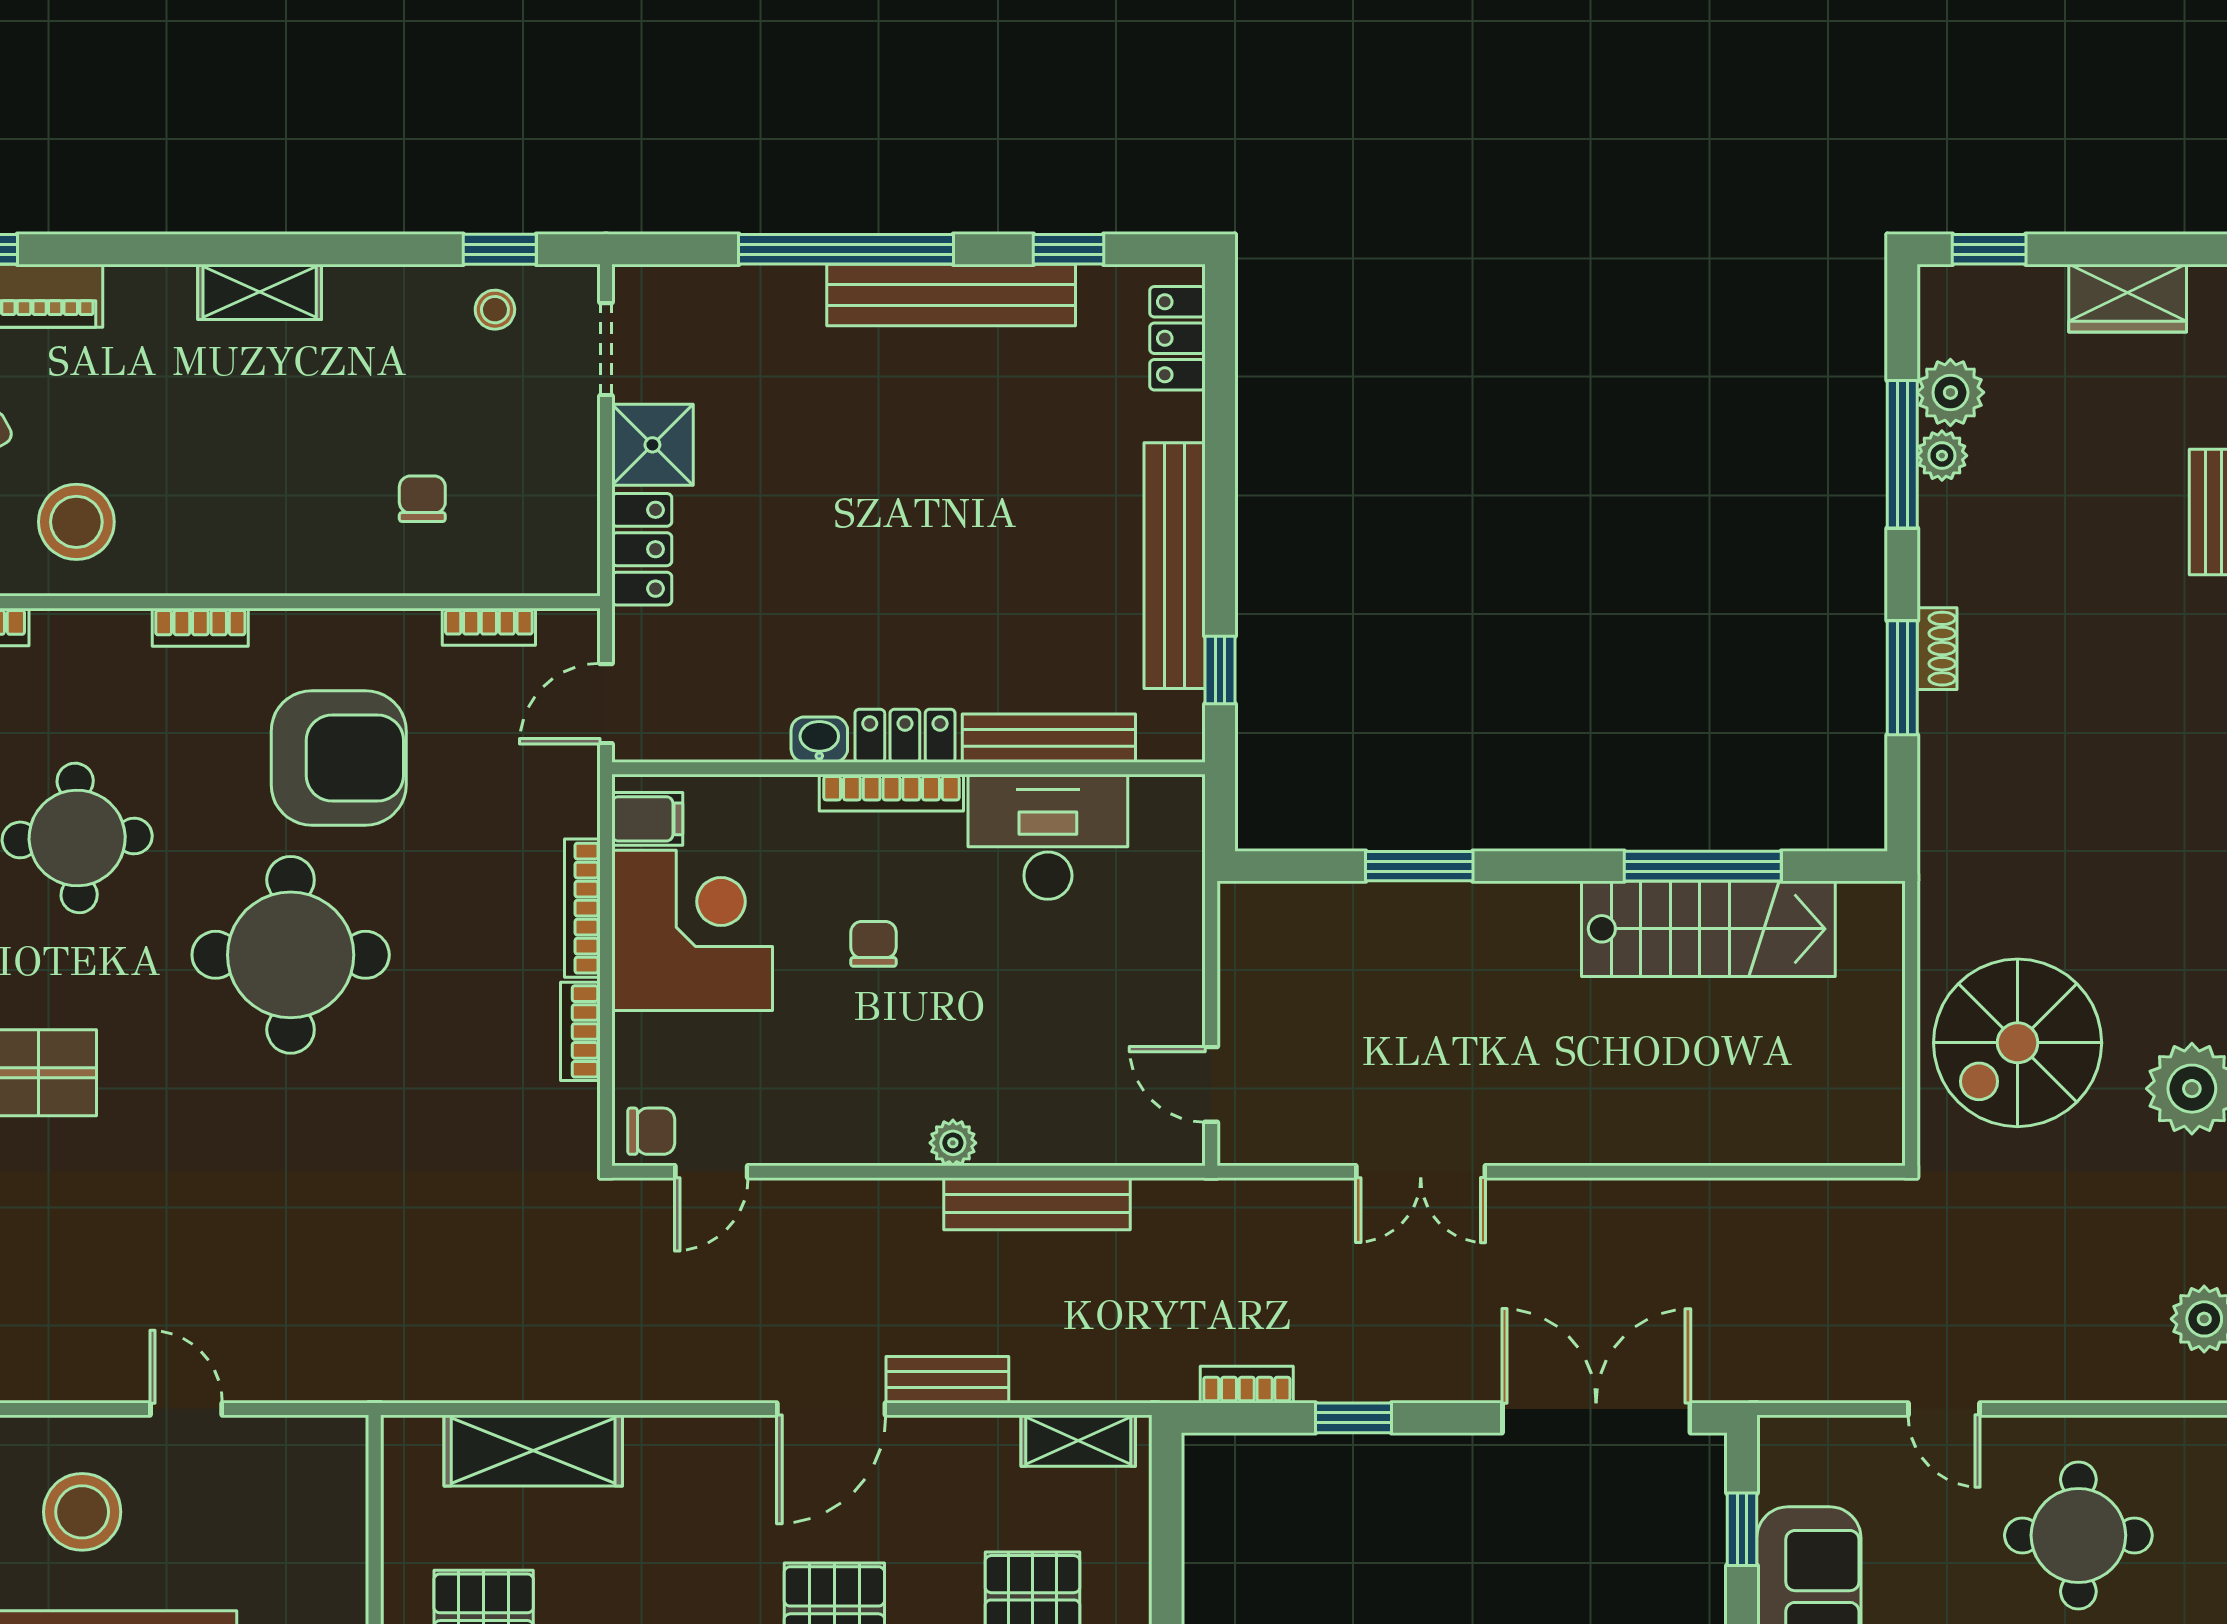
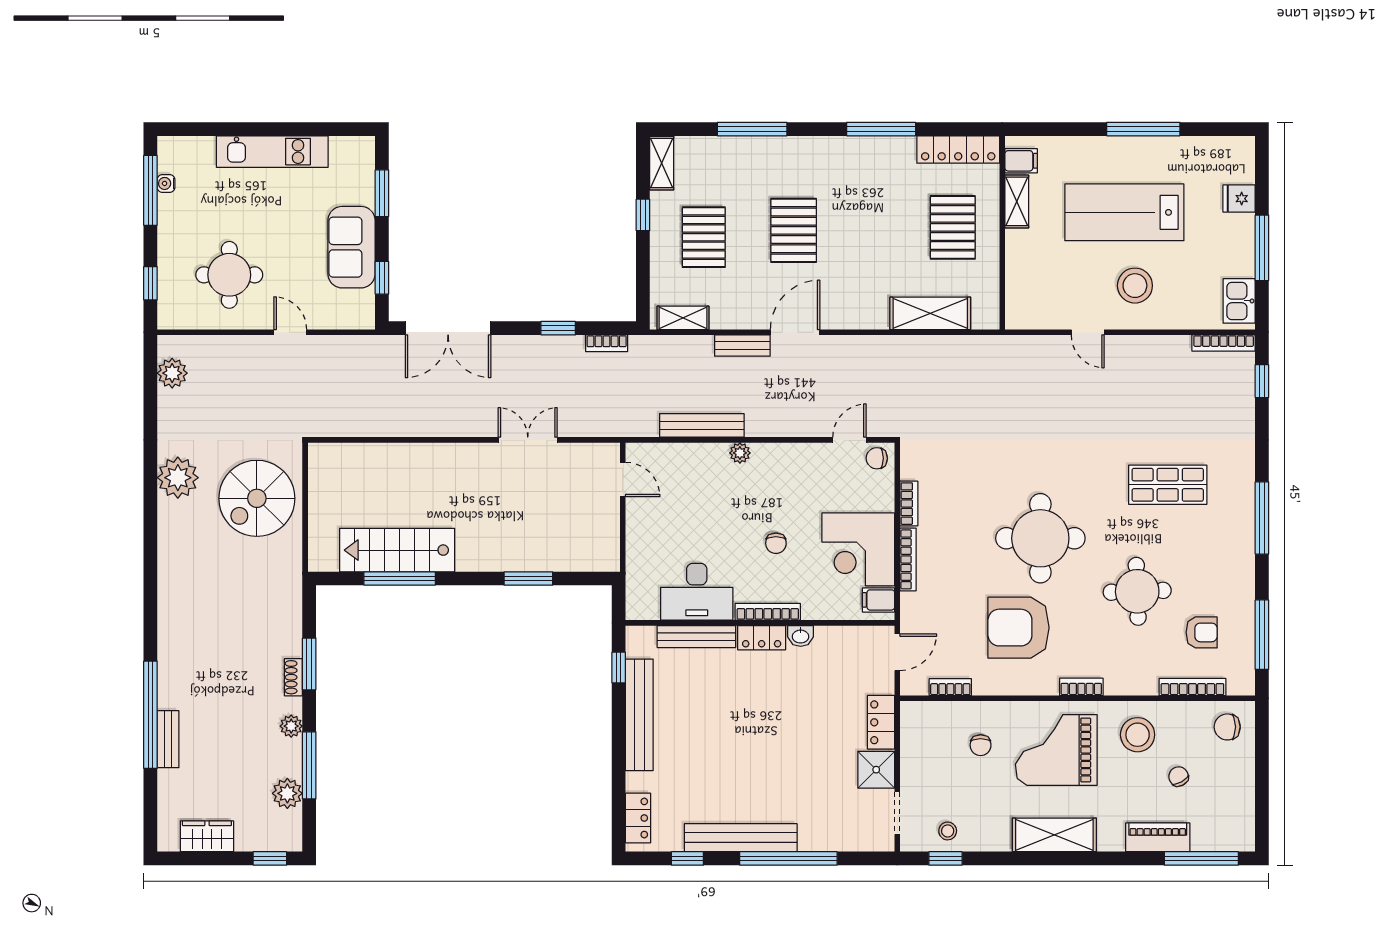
shelving: (260, 292) -> (1054, 835), width x1.50, depth x1.33
plant: (1942, 456) -> (291, 726), moved
grand piano: (256, 488) -> (1056, 750), added
spiral stairs: (2018, 1043) -> (257, 498), turned 180

